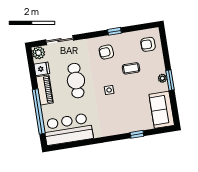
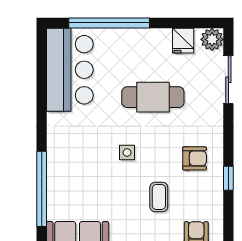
armchair: (106, 52) -> (195, 158), turned 94
piano: (45, 90) -> (145, 39), removed
window: (137, 134) -> (42, 189), width x3.17

